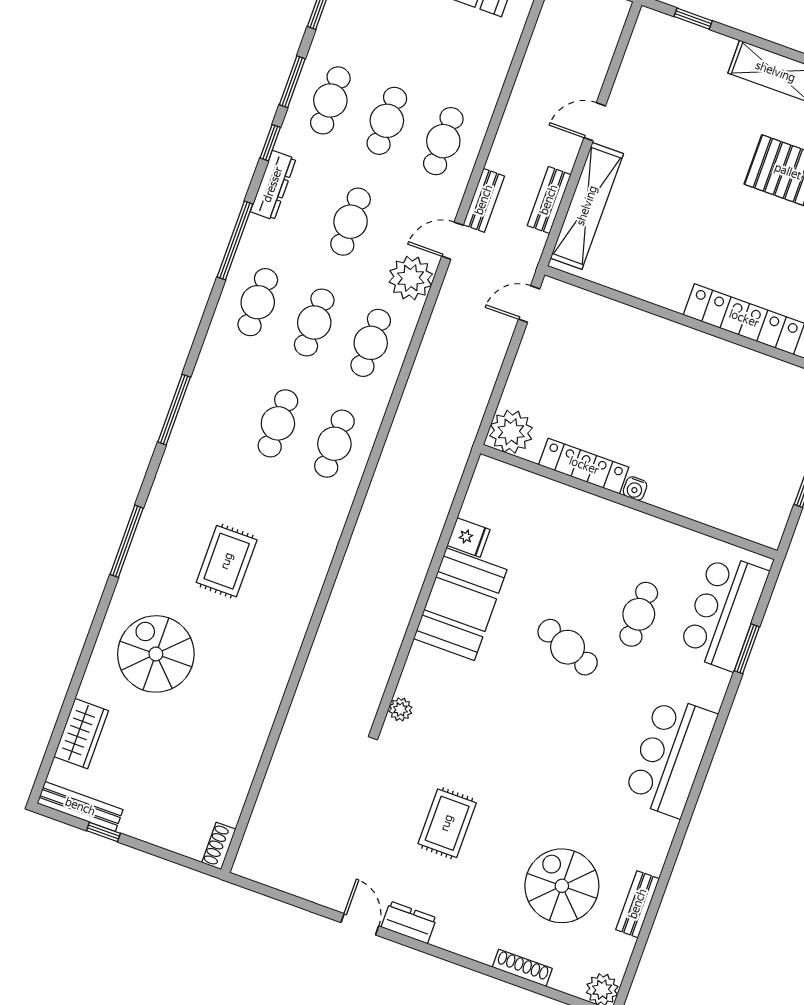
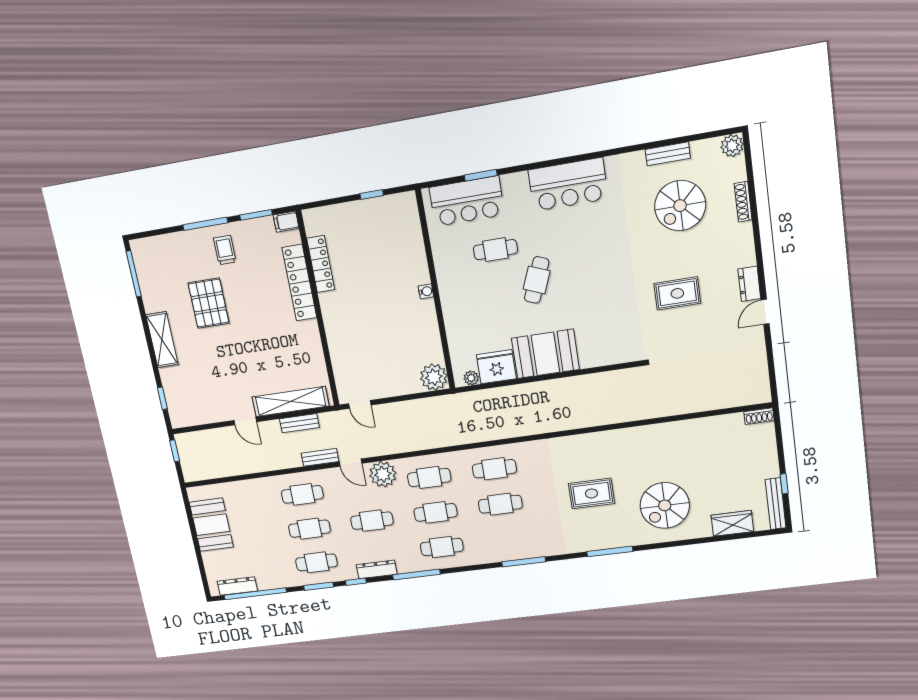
locker: (584, 466) -> (321, 264), moved, turned 180
fridge: (469, 537) -> (496, 367), width x1.88, depth x1.34
plant: (400, 709) -> (471, 378), moved

